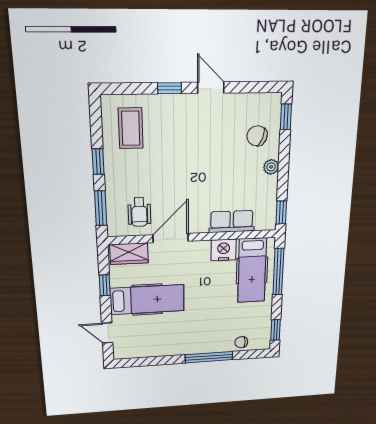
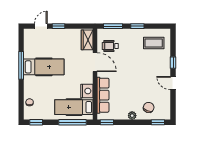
door: (211, 88) -> (173, 83), swing flipped
row of seats: (232, 221) -> (103, 95), width x1.48
window: (105, 285) -> (59, 26), moved
hospital bed: (147, 300) -> (44, 67), moved, turned -90
window: (209, 357) -> (21, 65), moved

